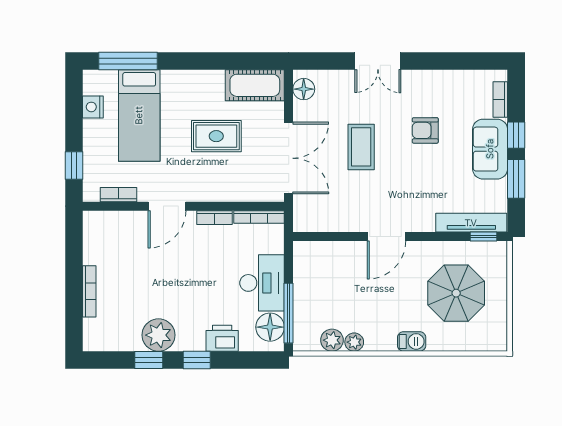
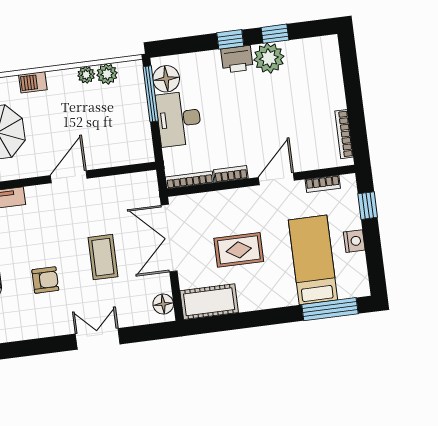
nightstand: (93, 107) -> (354, 241), moved
bookcase: (89, 291) -> (344, 134), moved
printer: (222, 338) -> (237, 59), moved

